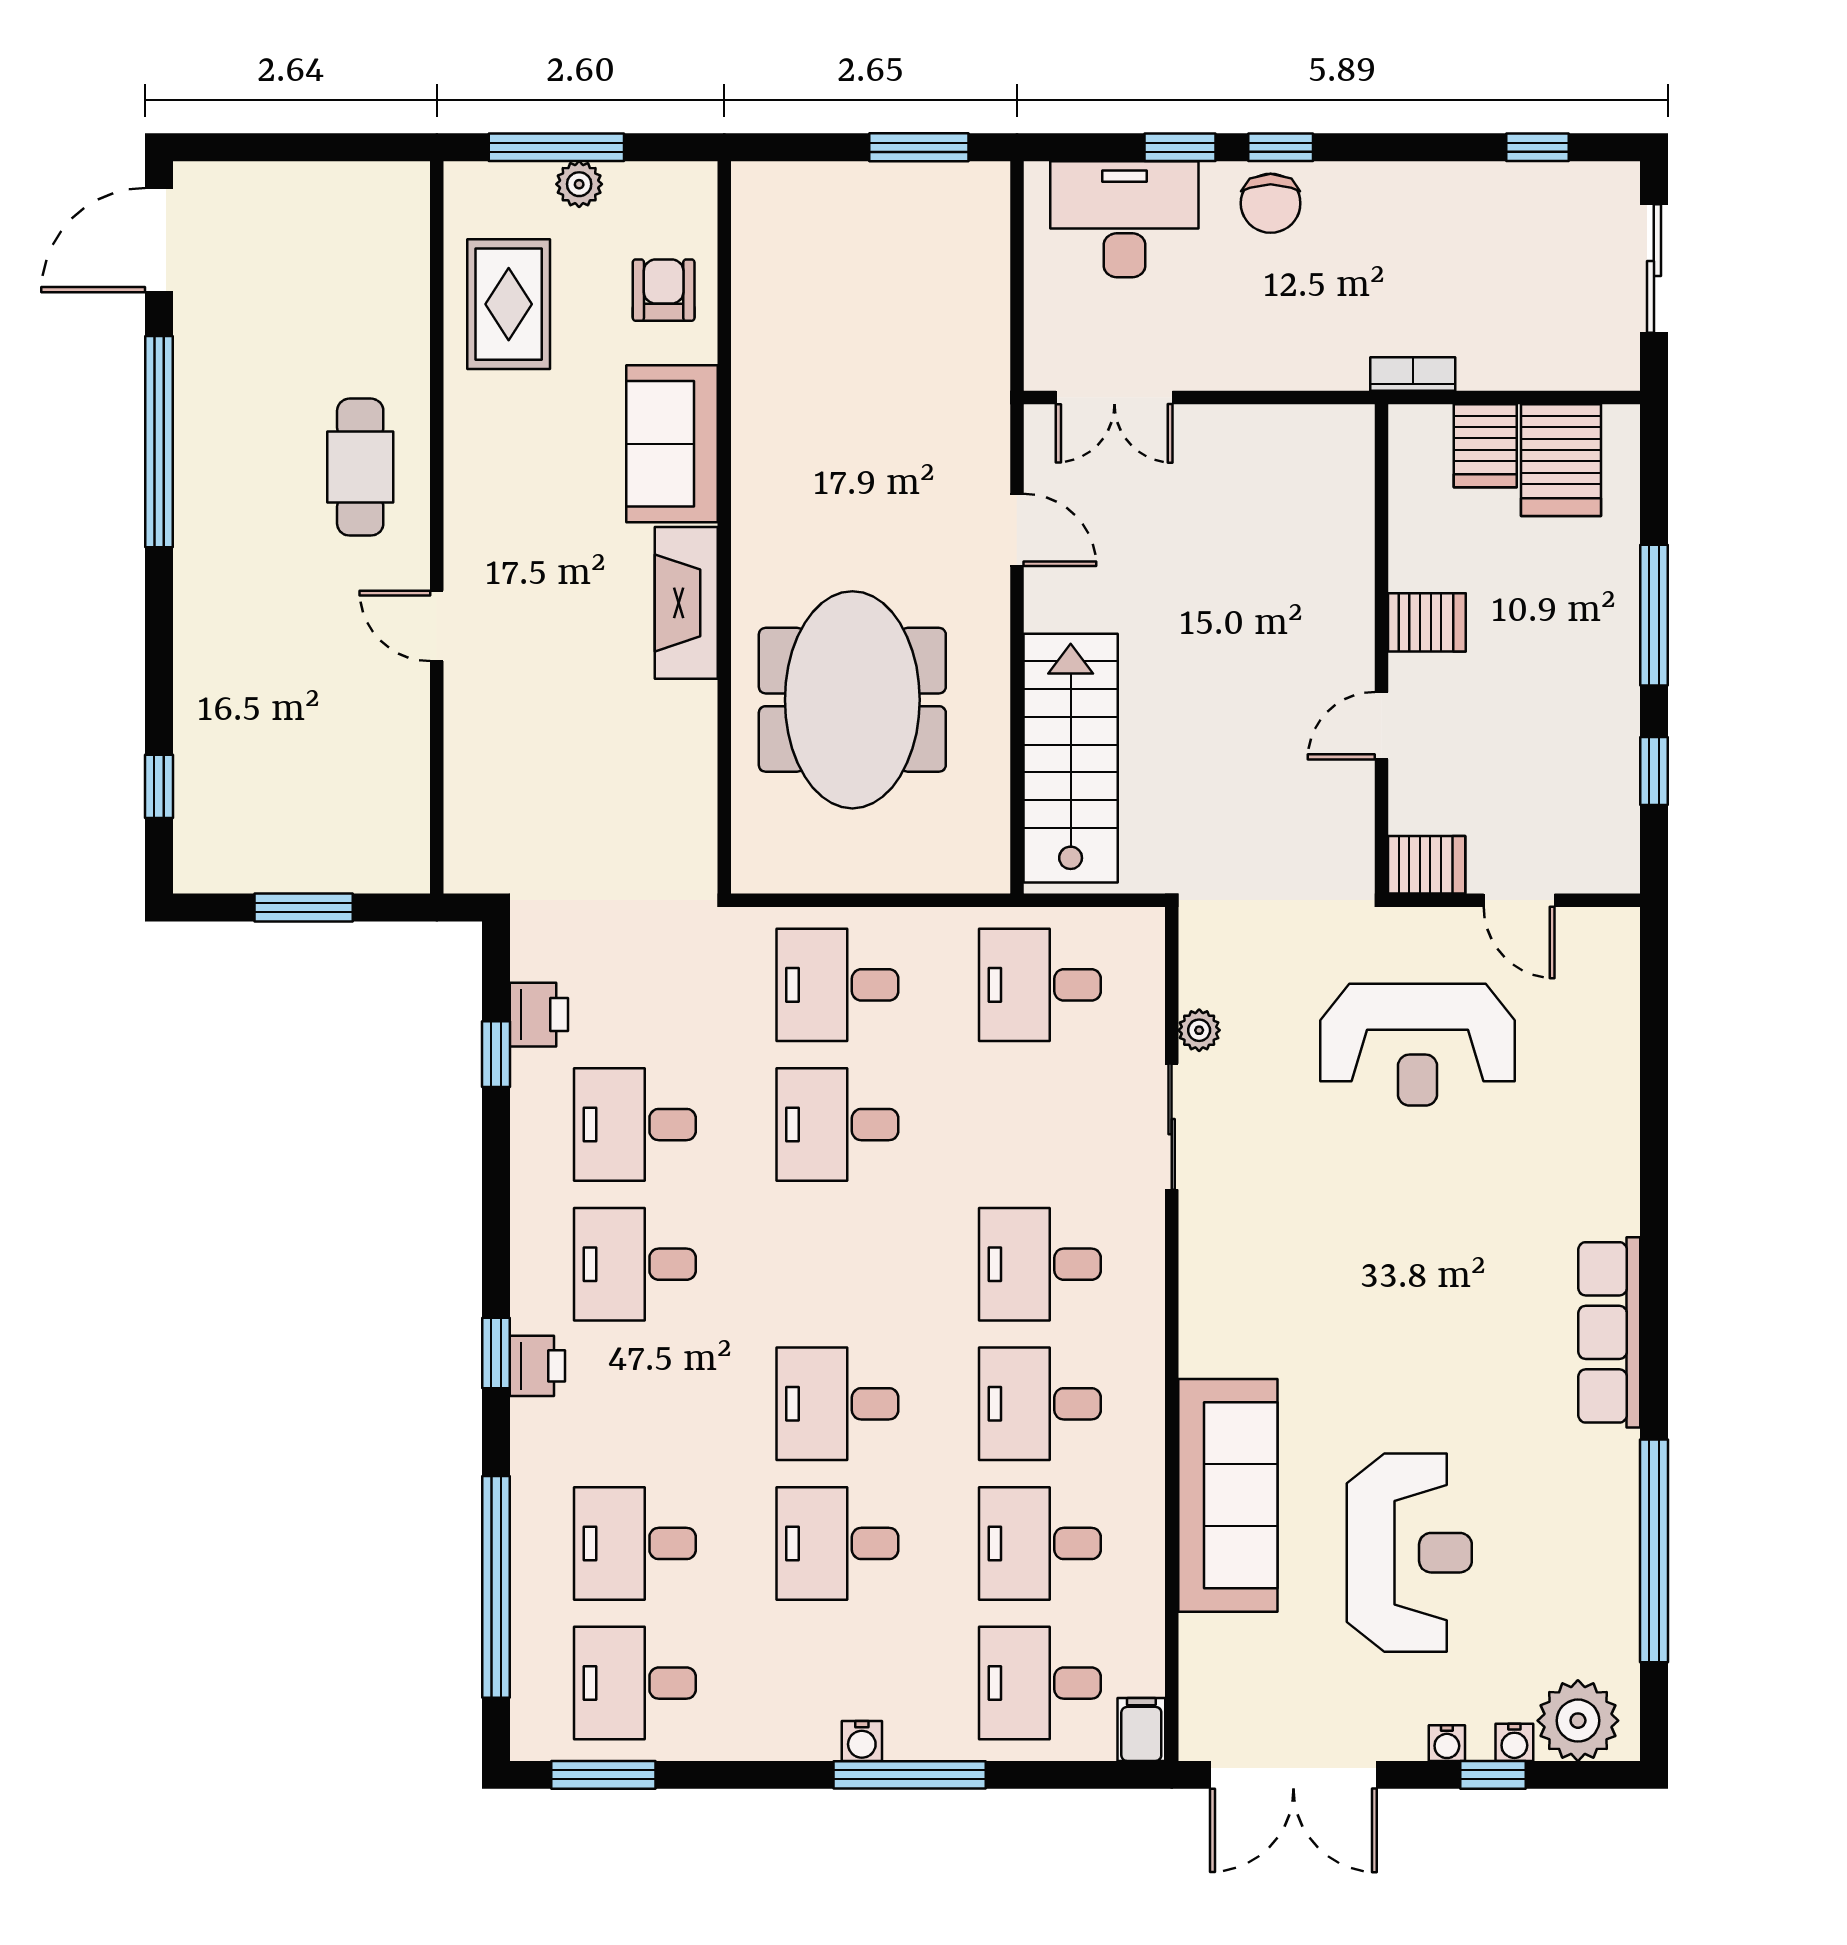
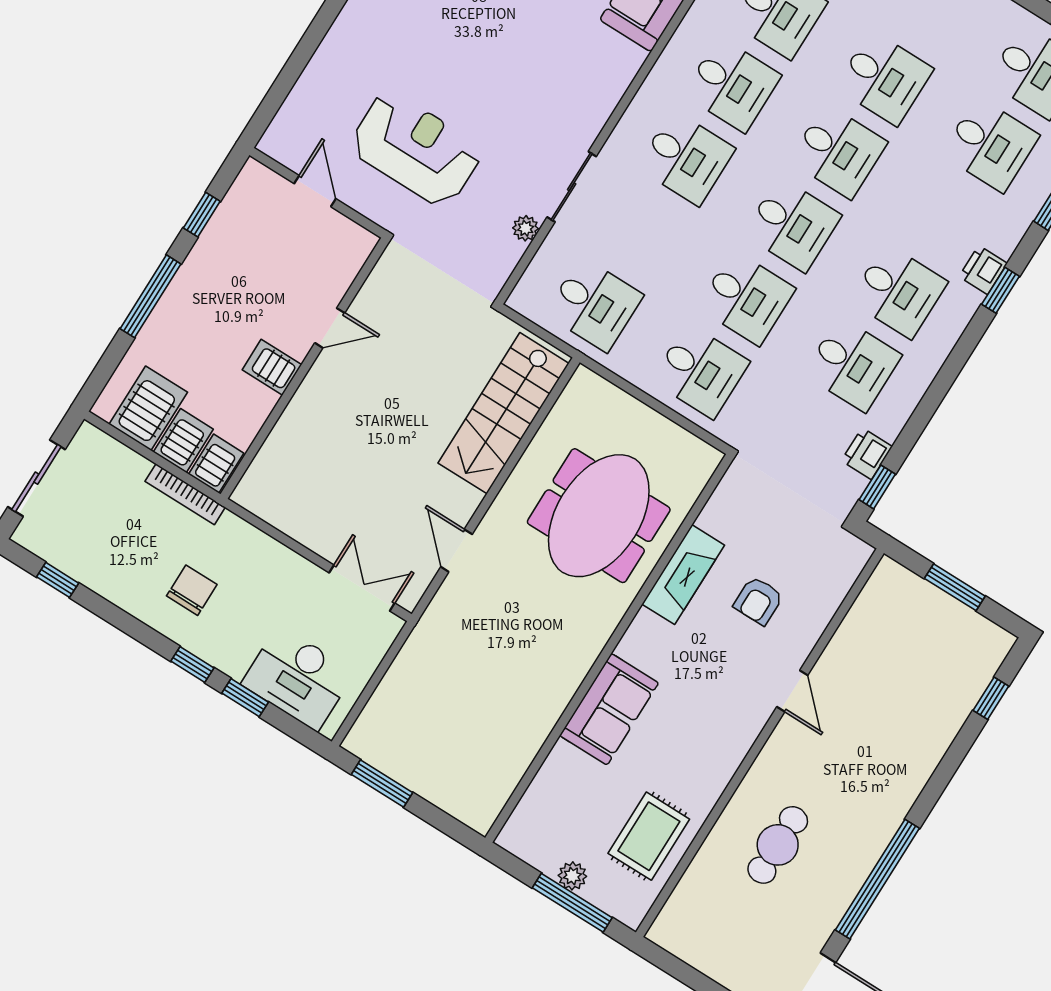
chair: (1271, 203) -> (192, 590), moved
armchair: (664, 290) -> (758, 601), moved
bookcase: (1413, 374) -> (185, 494), width x1.56
cafe table: (360, 467) -> (778, 845), moved
fireplace: (686, 603) -> (683, 575), moved
server rack: (1427, 865) -> (216, 464), moved, turned 90
window: (496, 1054) -> (877, 487), moved
desk: (837, 1264) -> (792, 225), added

